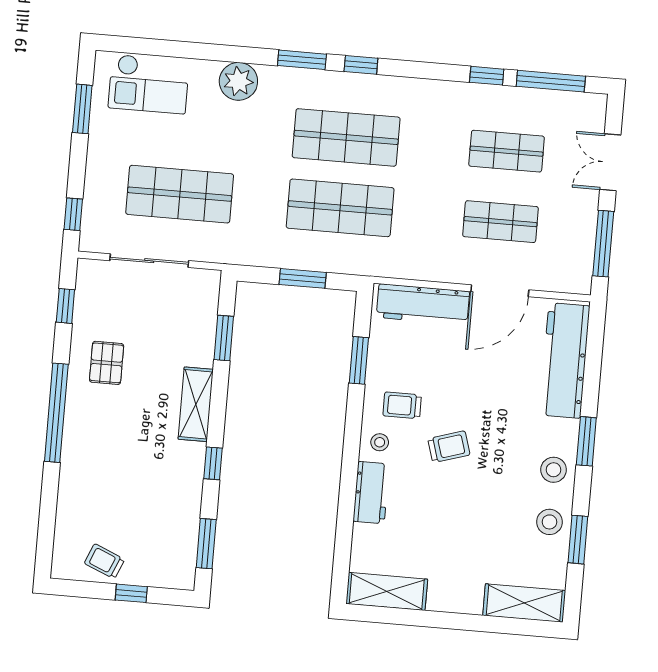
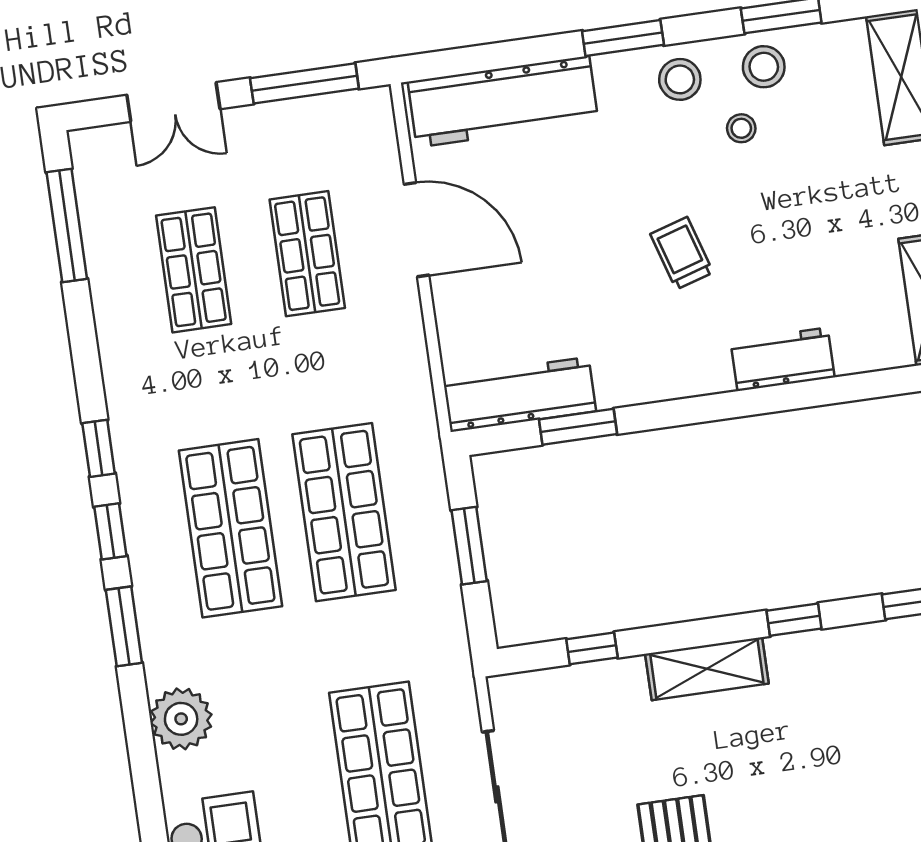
window: (487, 76) -> (99, 448), moved
workbench: (423, 304) -> (519, 394), moved, turned -90
window: (224, 338) -> (592, 648), width x0.67
trolley: (402, 405) -> (633, 342), removed
stool: (380, 442) -> (741, 128), moved

